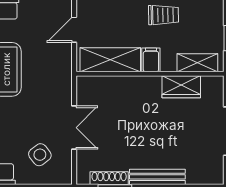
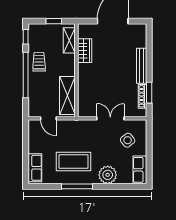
filing cabinet: (151, 60) -> (67, 70), removed

